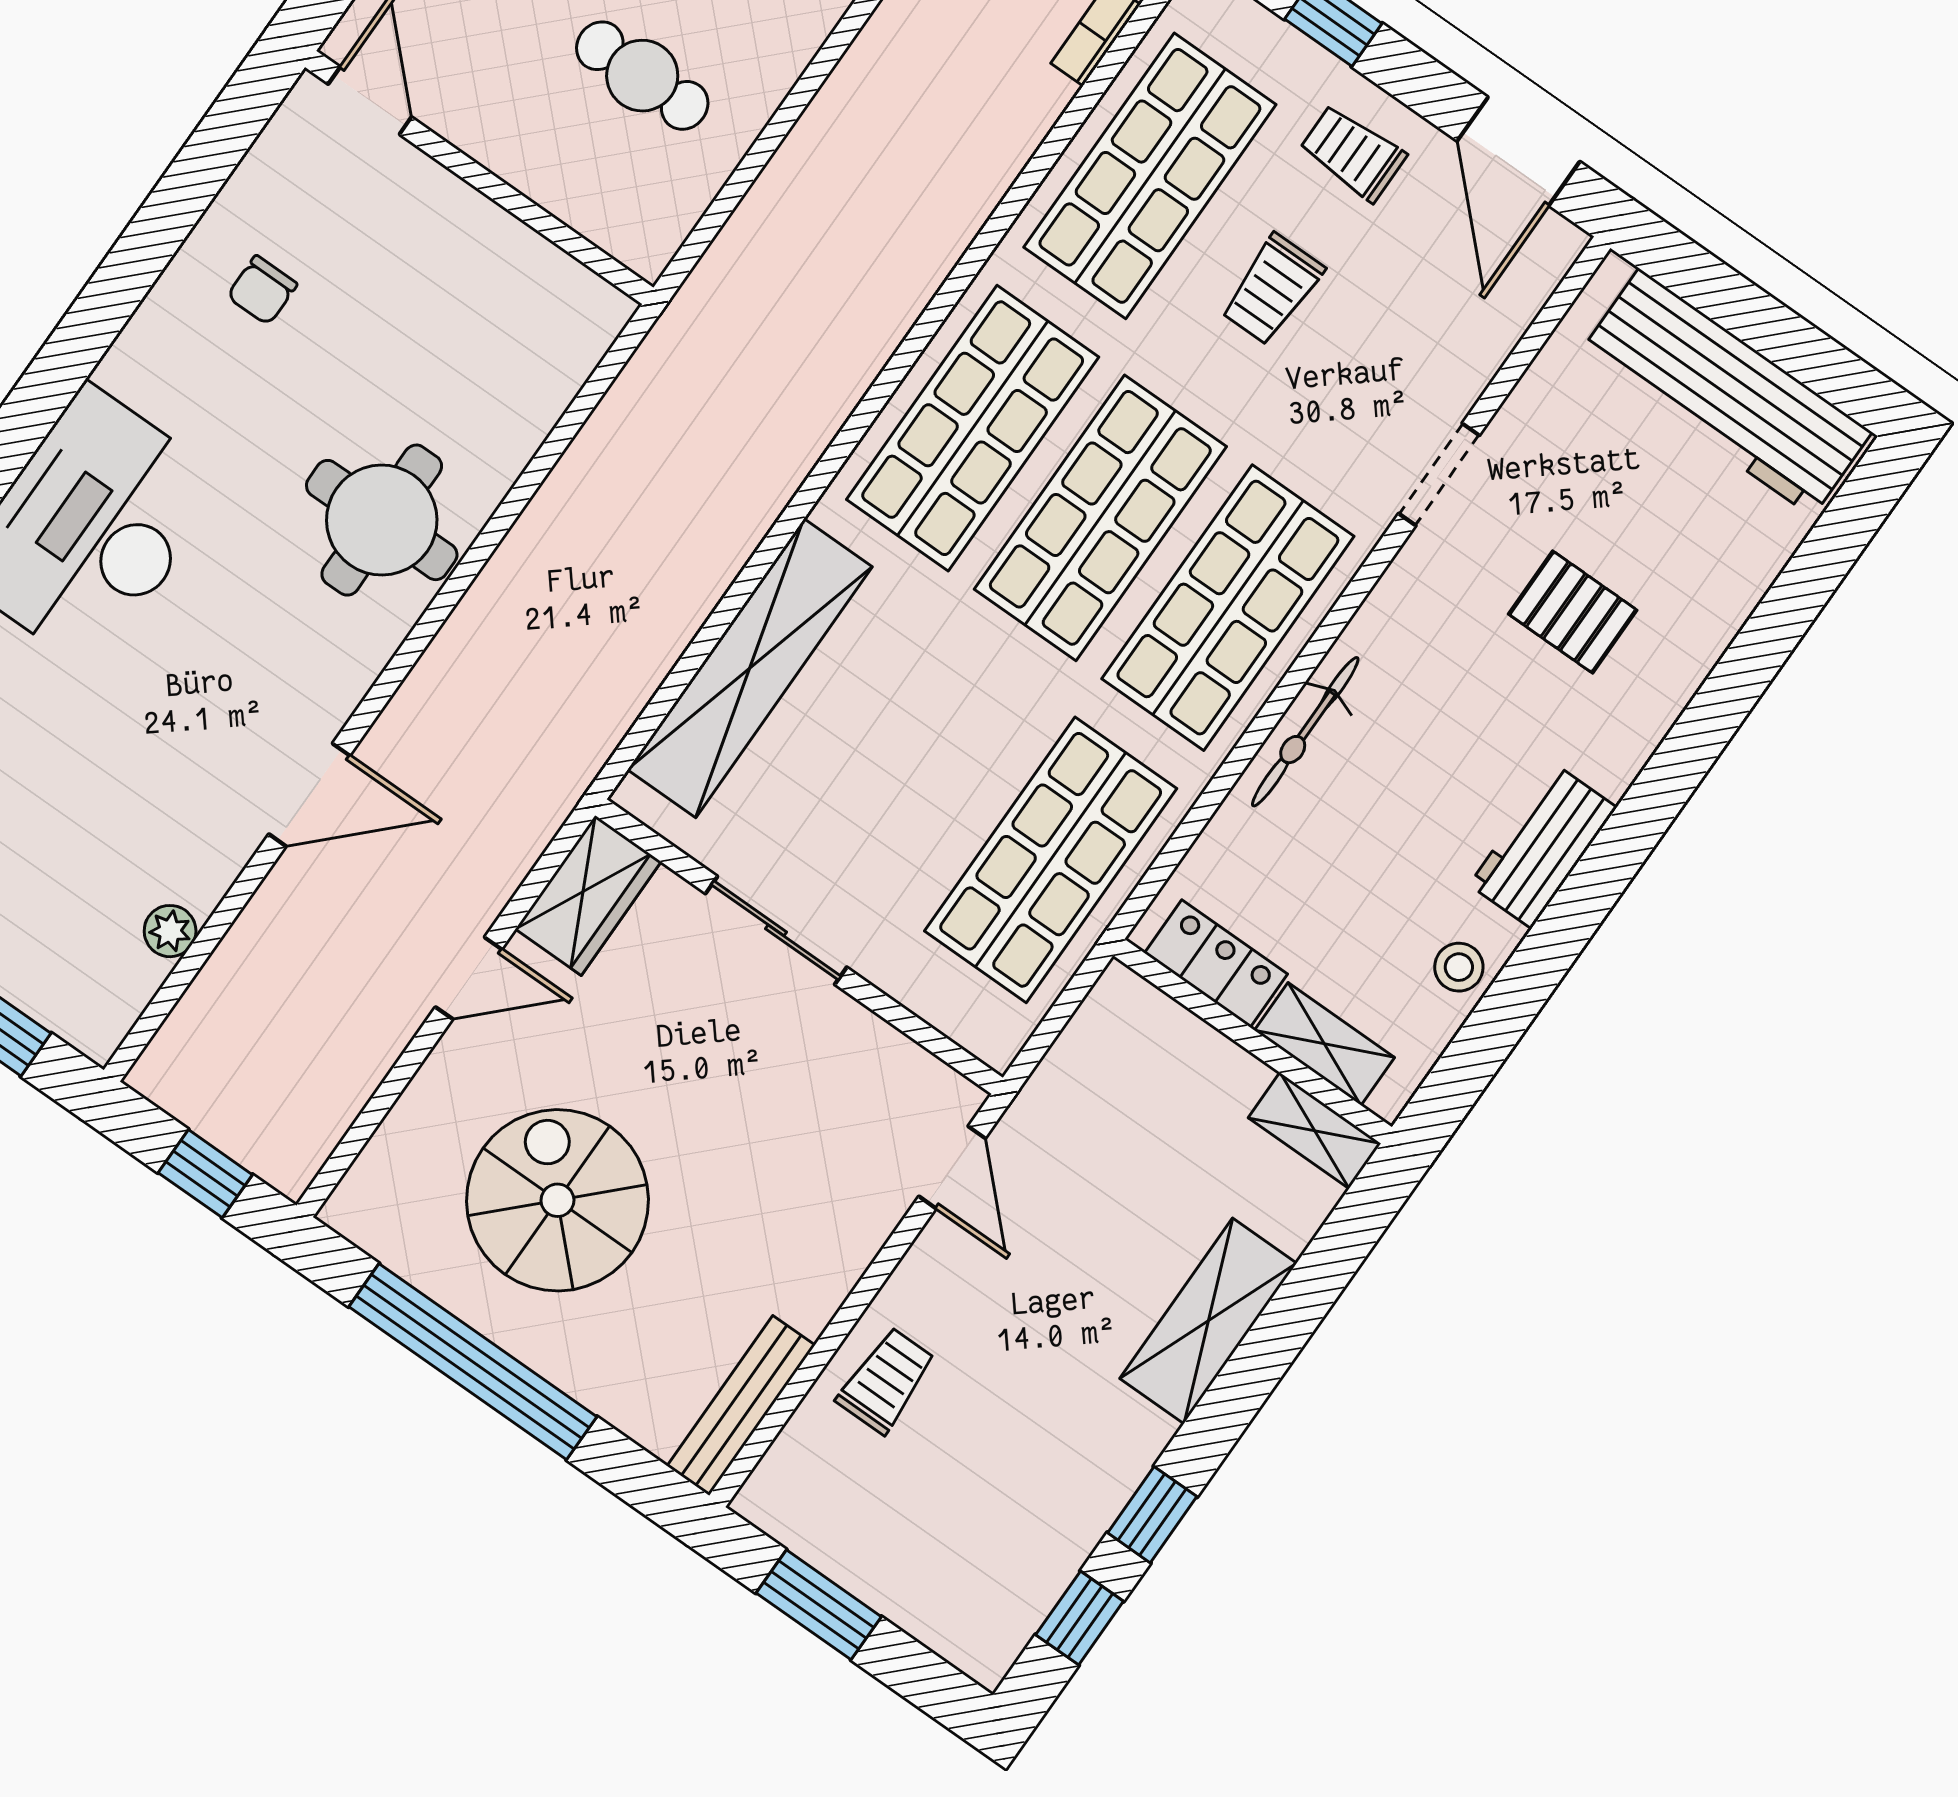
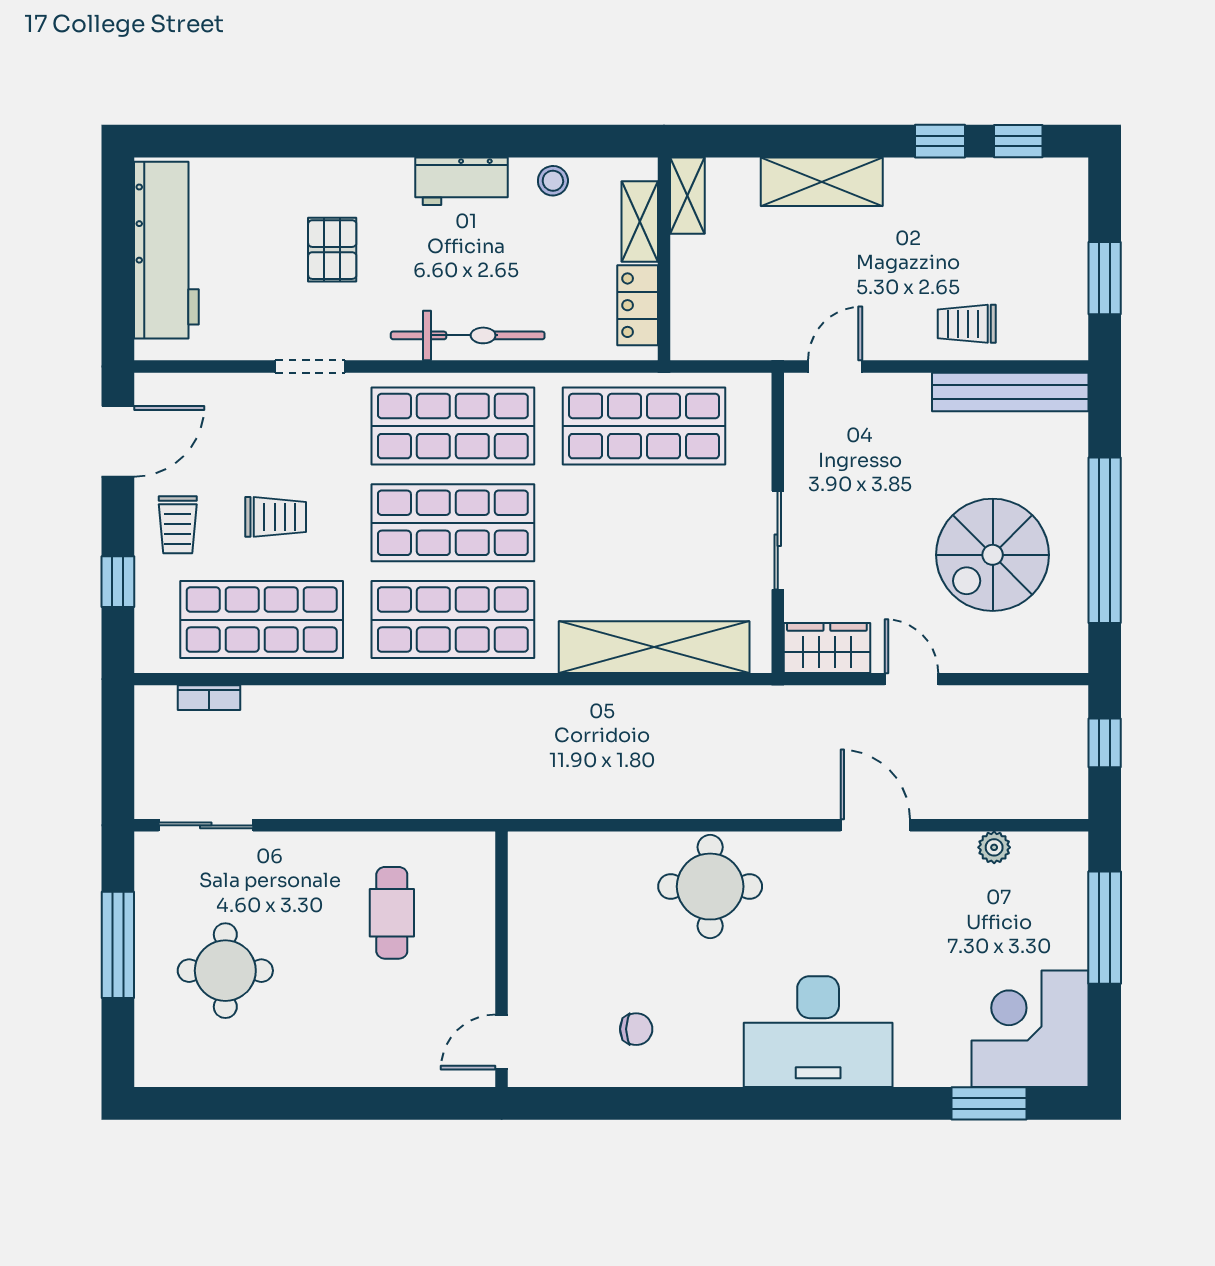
bicycle: (1305, 732) -> (468, 335), width x1.37, depth x1.40
bench: (741, 1406) -> (1010, 392), width x1.37, depth x1.21

